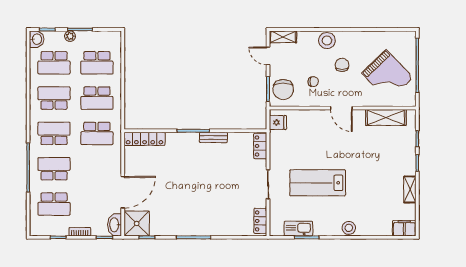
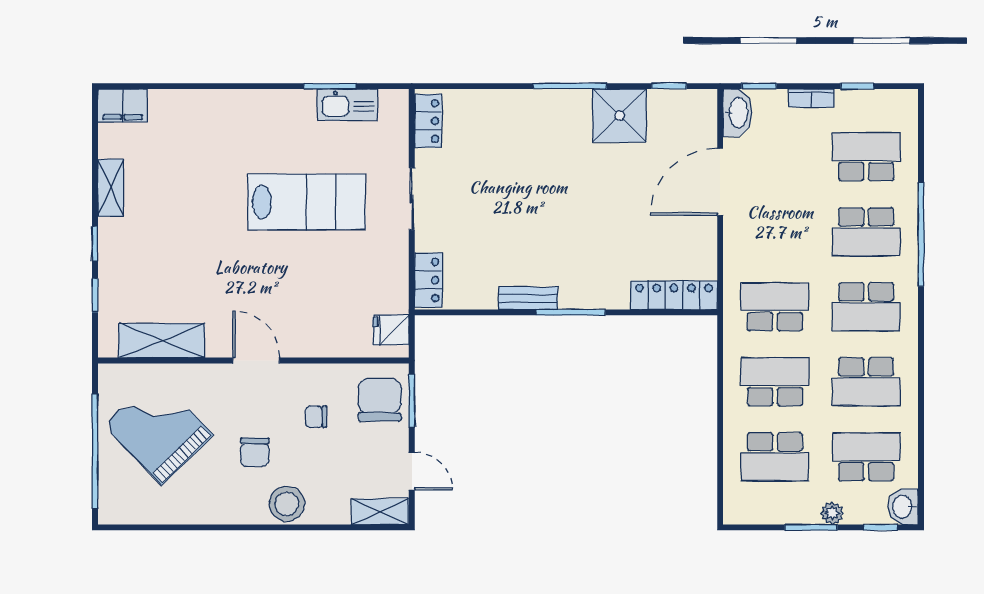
school desk: (97, 63) -> (775, 457), turned 180
shower: (137, 223) -> (620, 116), moved
stool: (349, 228) -> (240, 106), removed

